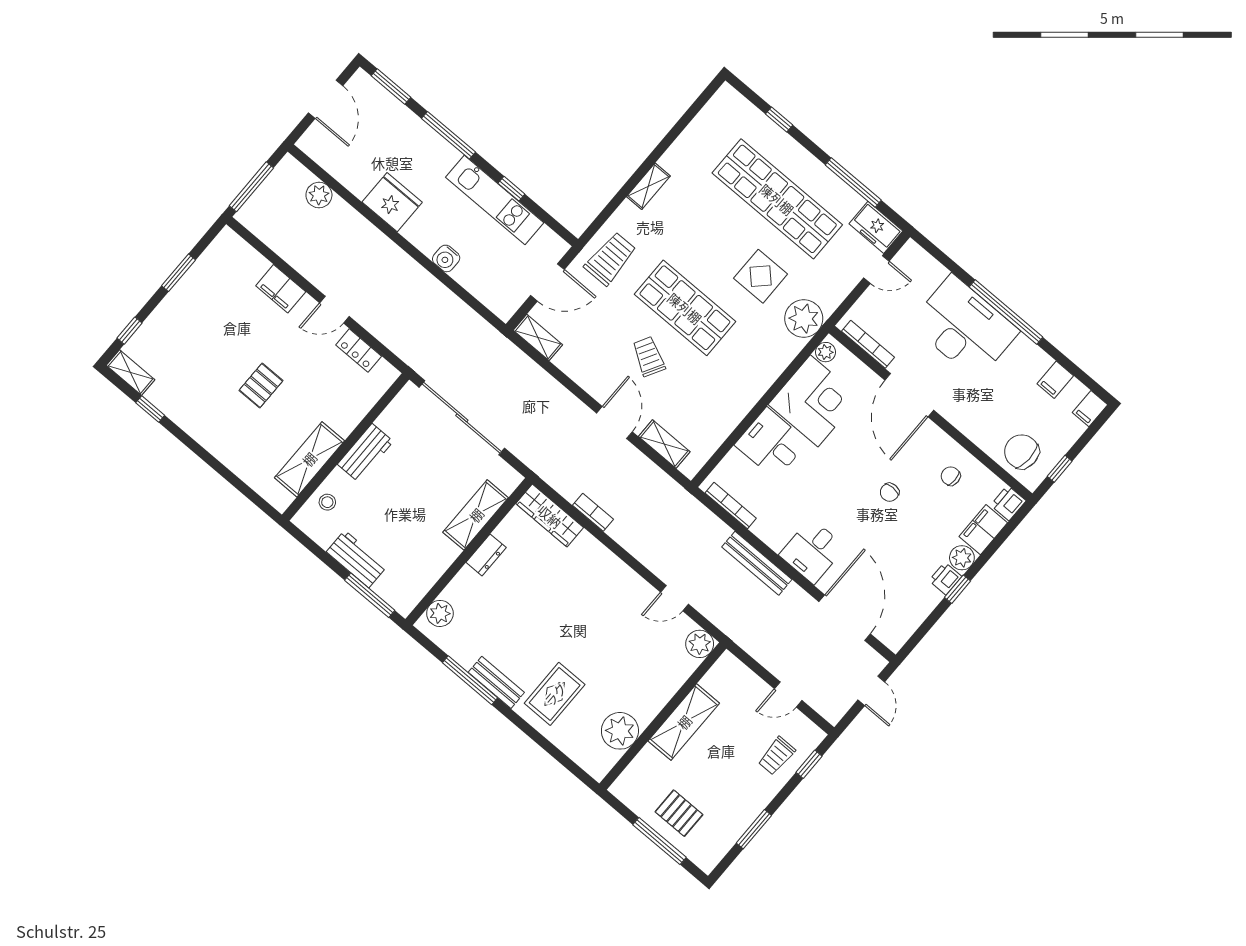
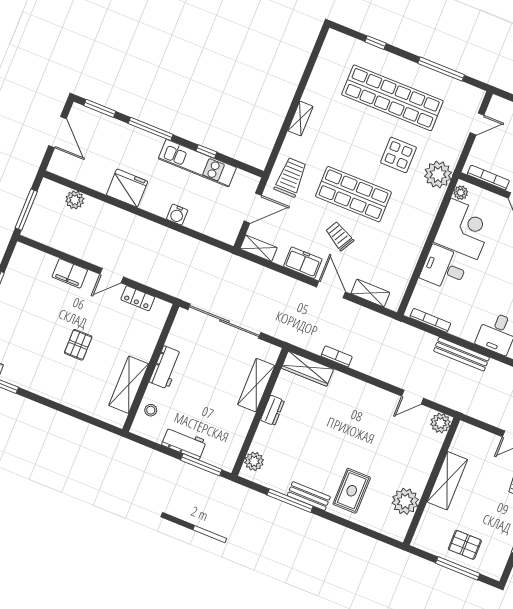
freezer: (876, 227) -> (303, 263), moved, turned 180

